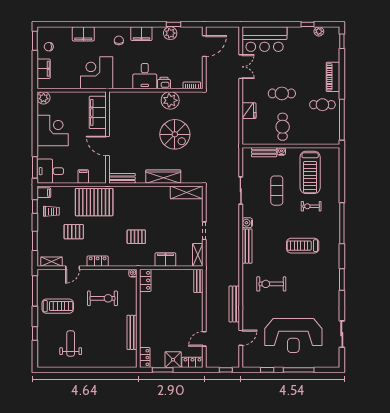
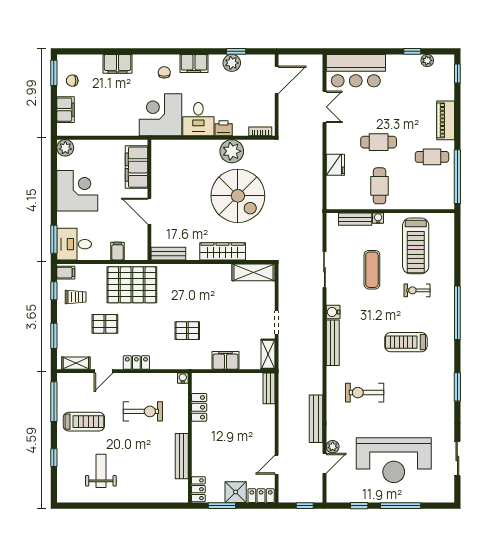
corner desk: (97, 73) -> (161, 115), moved
spiral stairs: (175, 134) -> (238, 196), width x1.37, depth x1.37
locker: (145, 280) -> (199, 407), moved
plant: (247, 325) -> (333, 447), added

